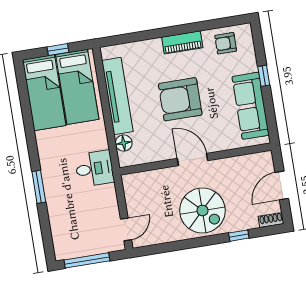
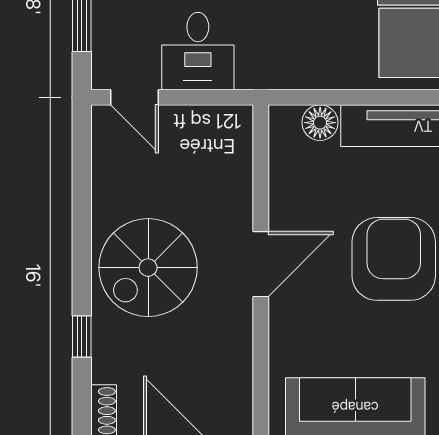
desk: (94, 169) -> (198, 51), moved

